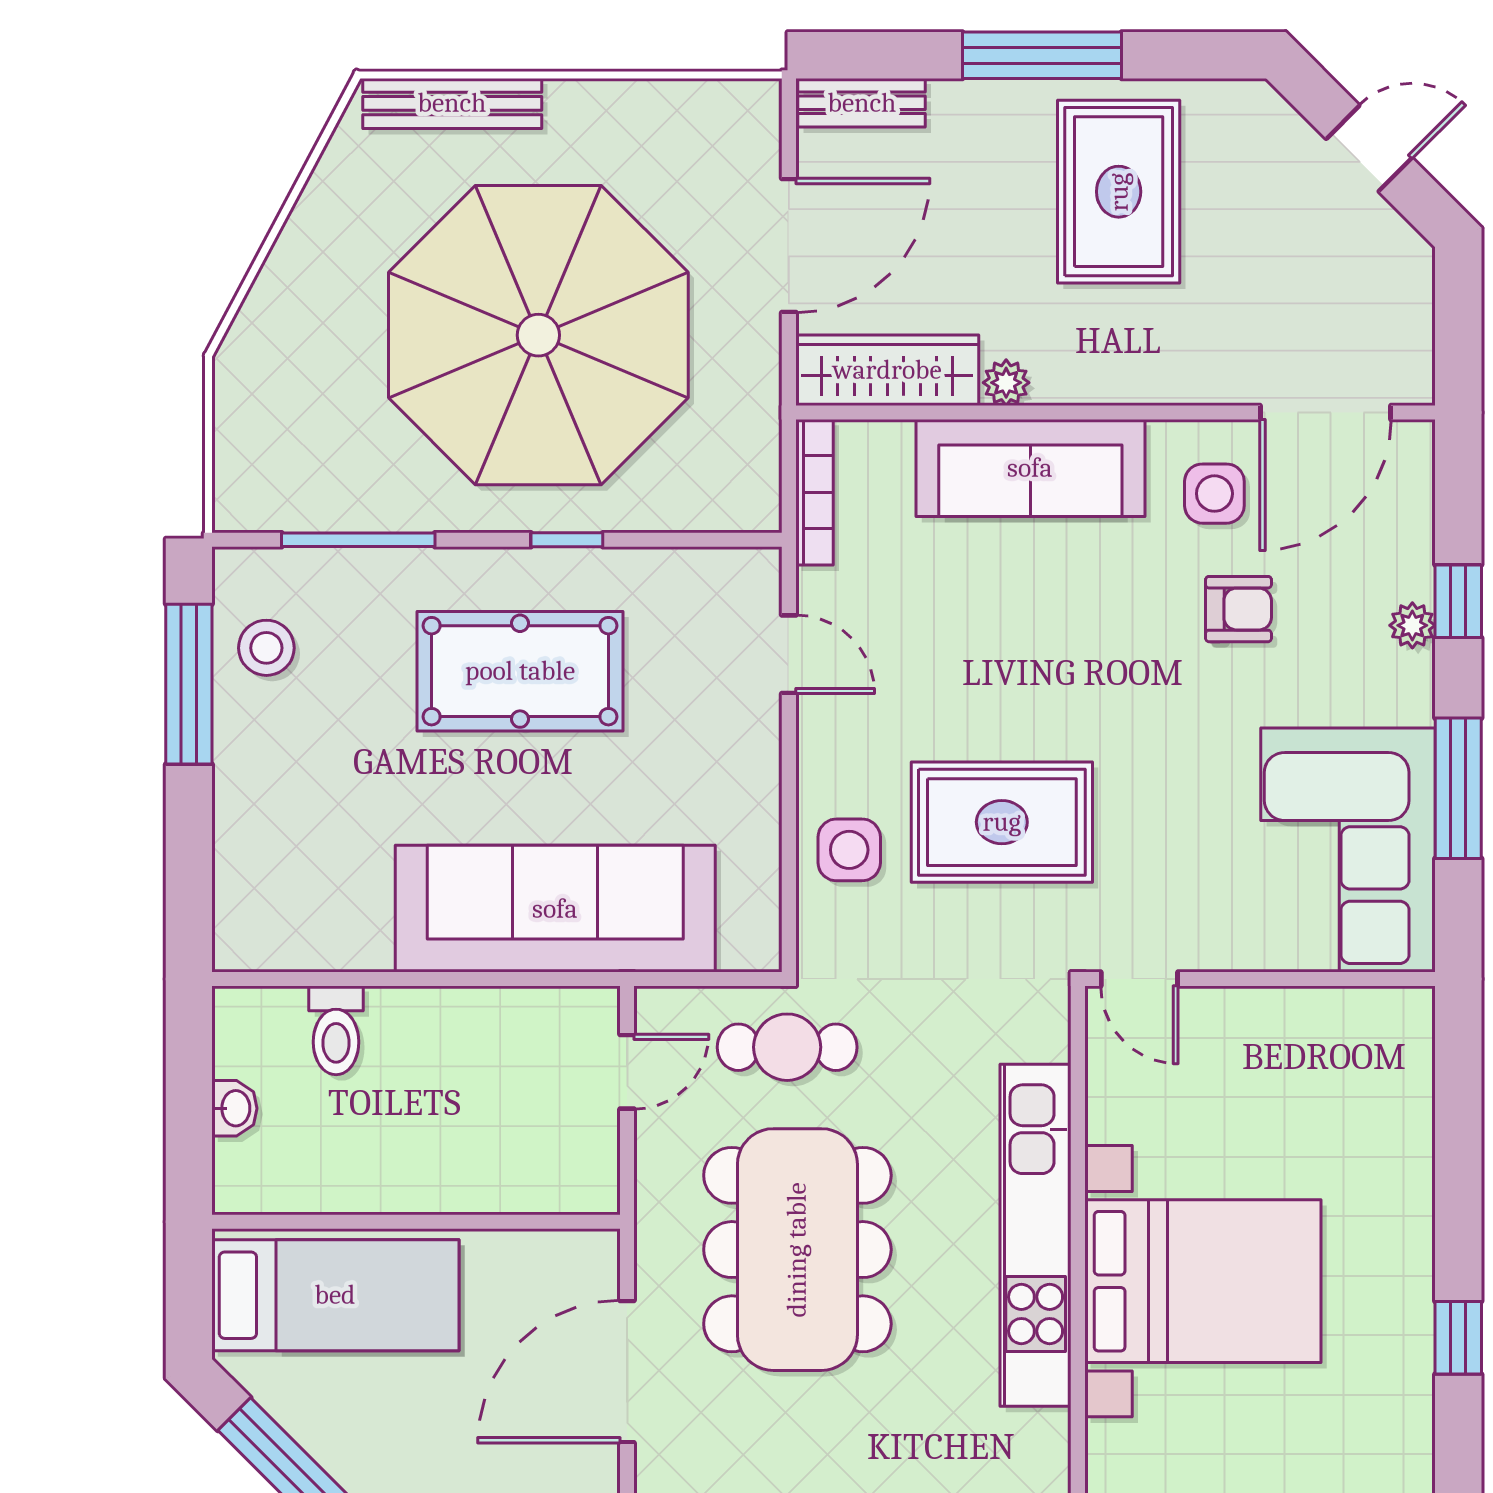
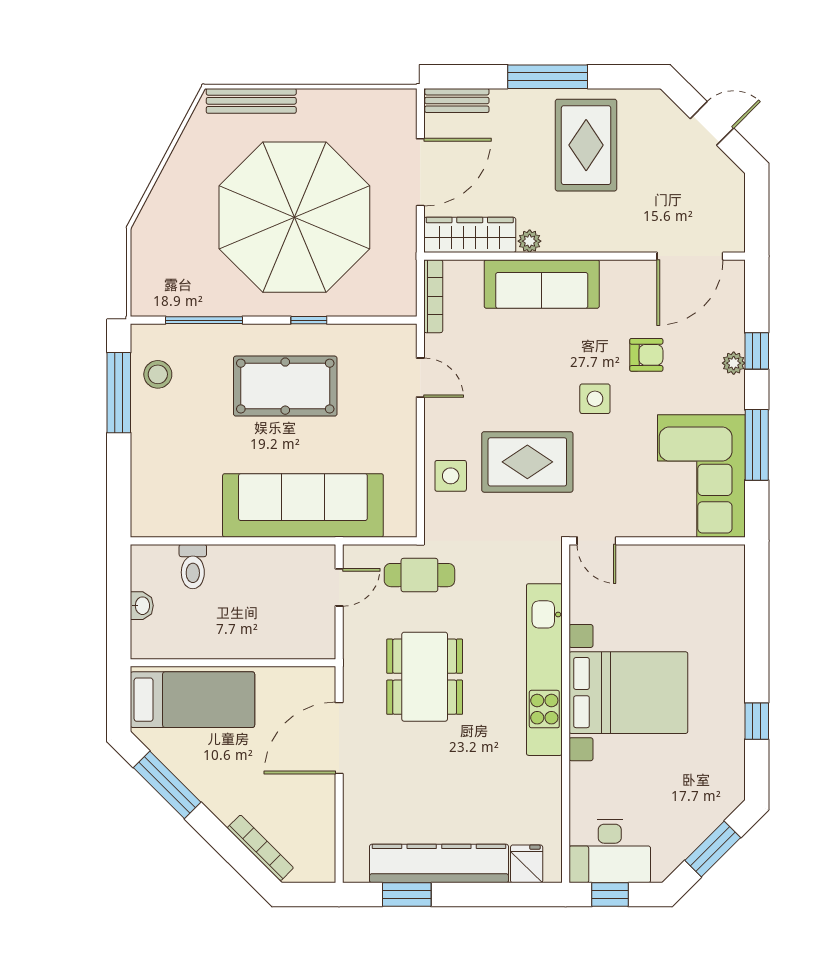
side table: (1214, 494) -> (595, 399), moved
dining table: (797, 1250) -> (425, 677), width x0.73, depth x0.80

